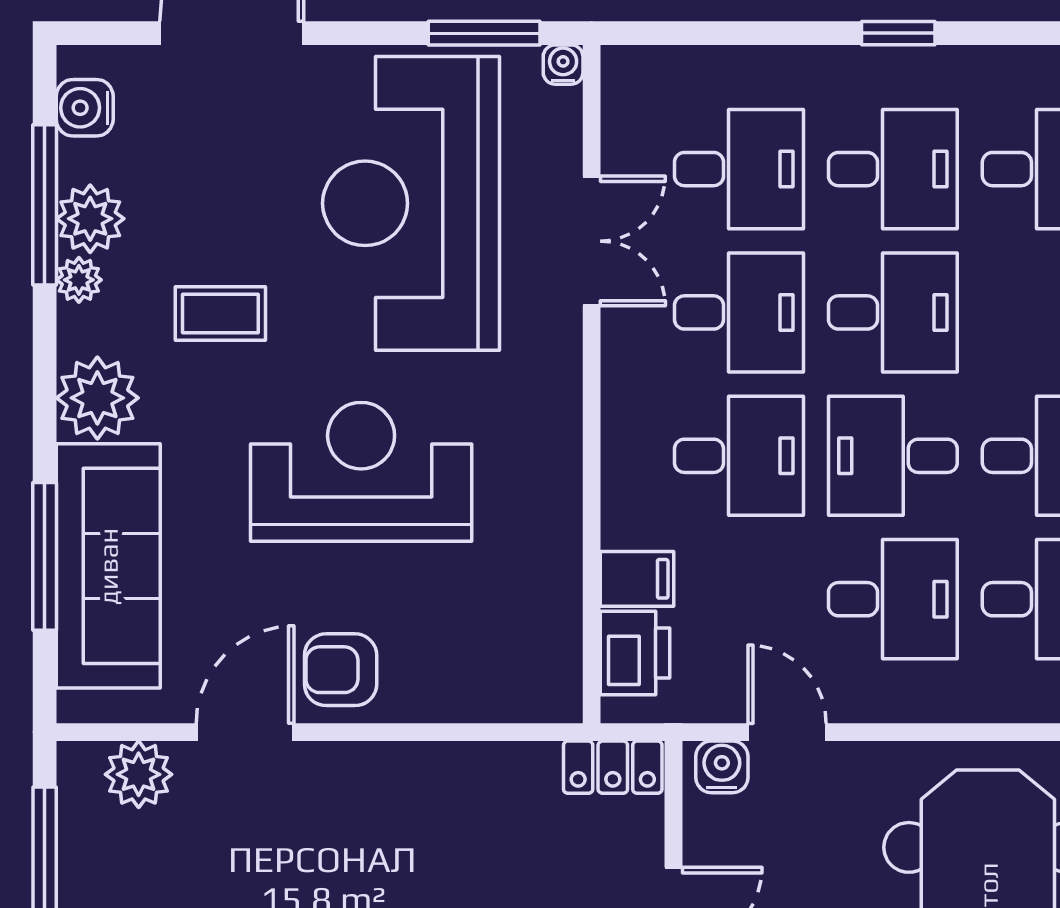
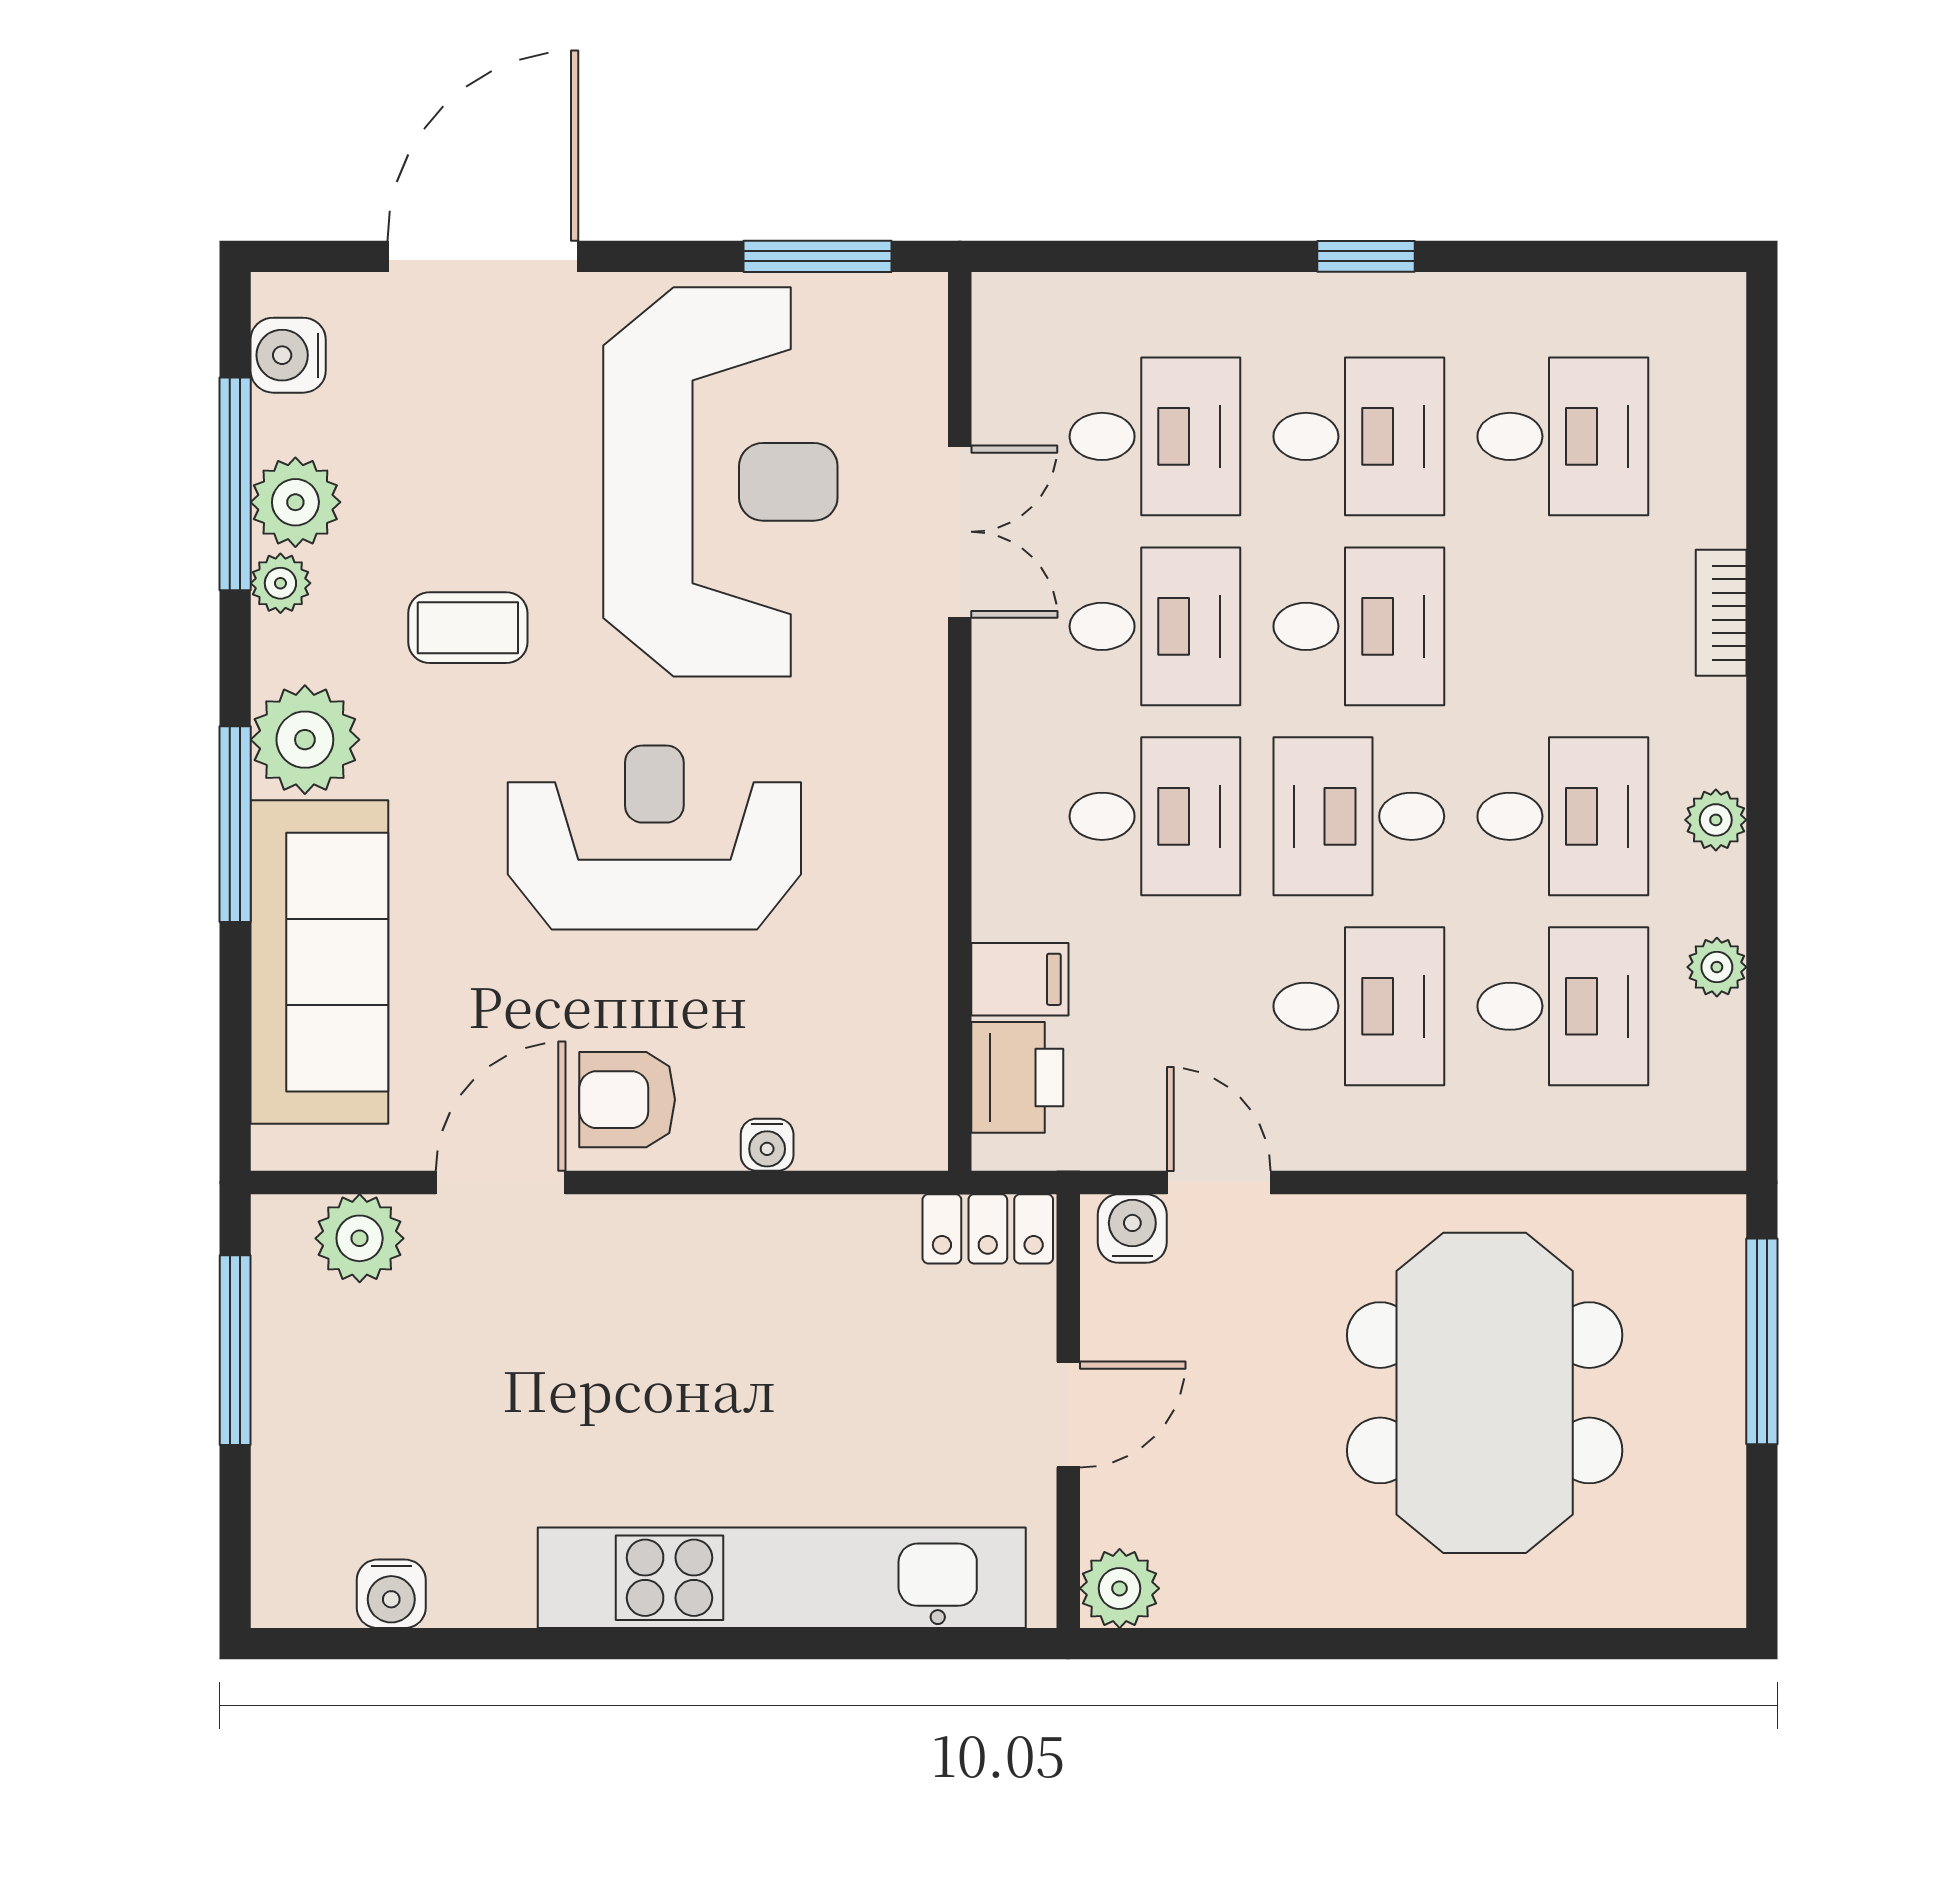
water cooler: (563, 65) -> (767, 1145), moved, turned 180
reception desk: (411, 203) -> (720, 482), turned 180
window: (45, 556) -> (235, 824), moved

